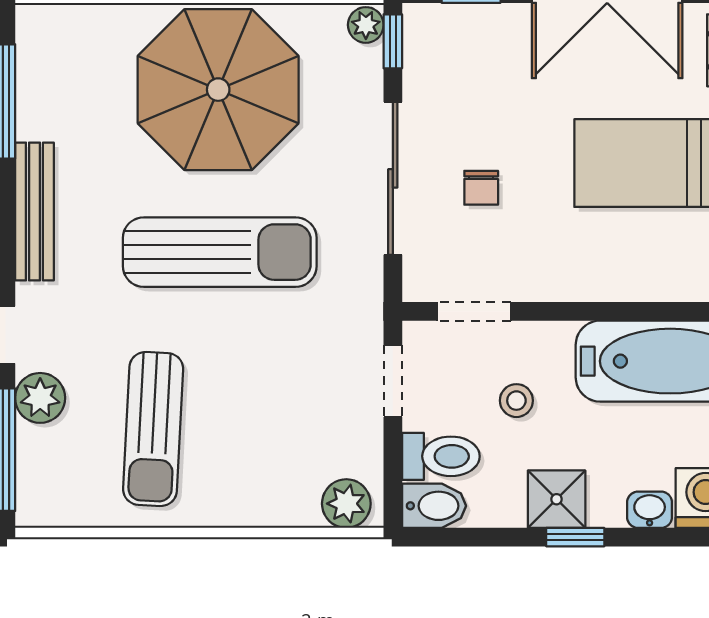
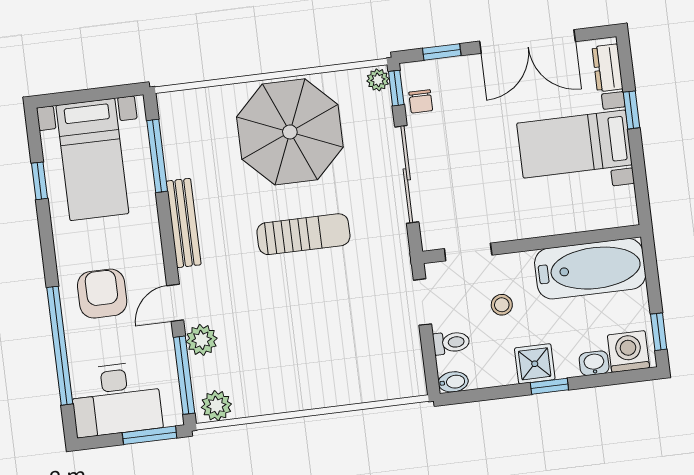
chair: (481, 188) -> (421, 101), moved
sun lounger: (220, 252) -> (303, 234), width x0.73, depth x0.75
sun lounger: (153, 429) -> (275, 351), removed
toilet: (441, 456) -> (451, 343), width x0.73, depth x0.72
plant: (346, 504) -> (216, 406), moved
bidet: (434, 506) -> (453, 382), width x0.72, depth x0.74

